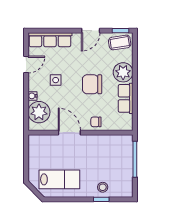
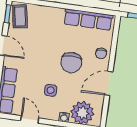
plant: (123, 72) -> (52, 17), removed
chair: (92, 84) -> (71, 62), moved
row of seats: (126, 98) -> (88, 20), width x1.48

